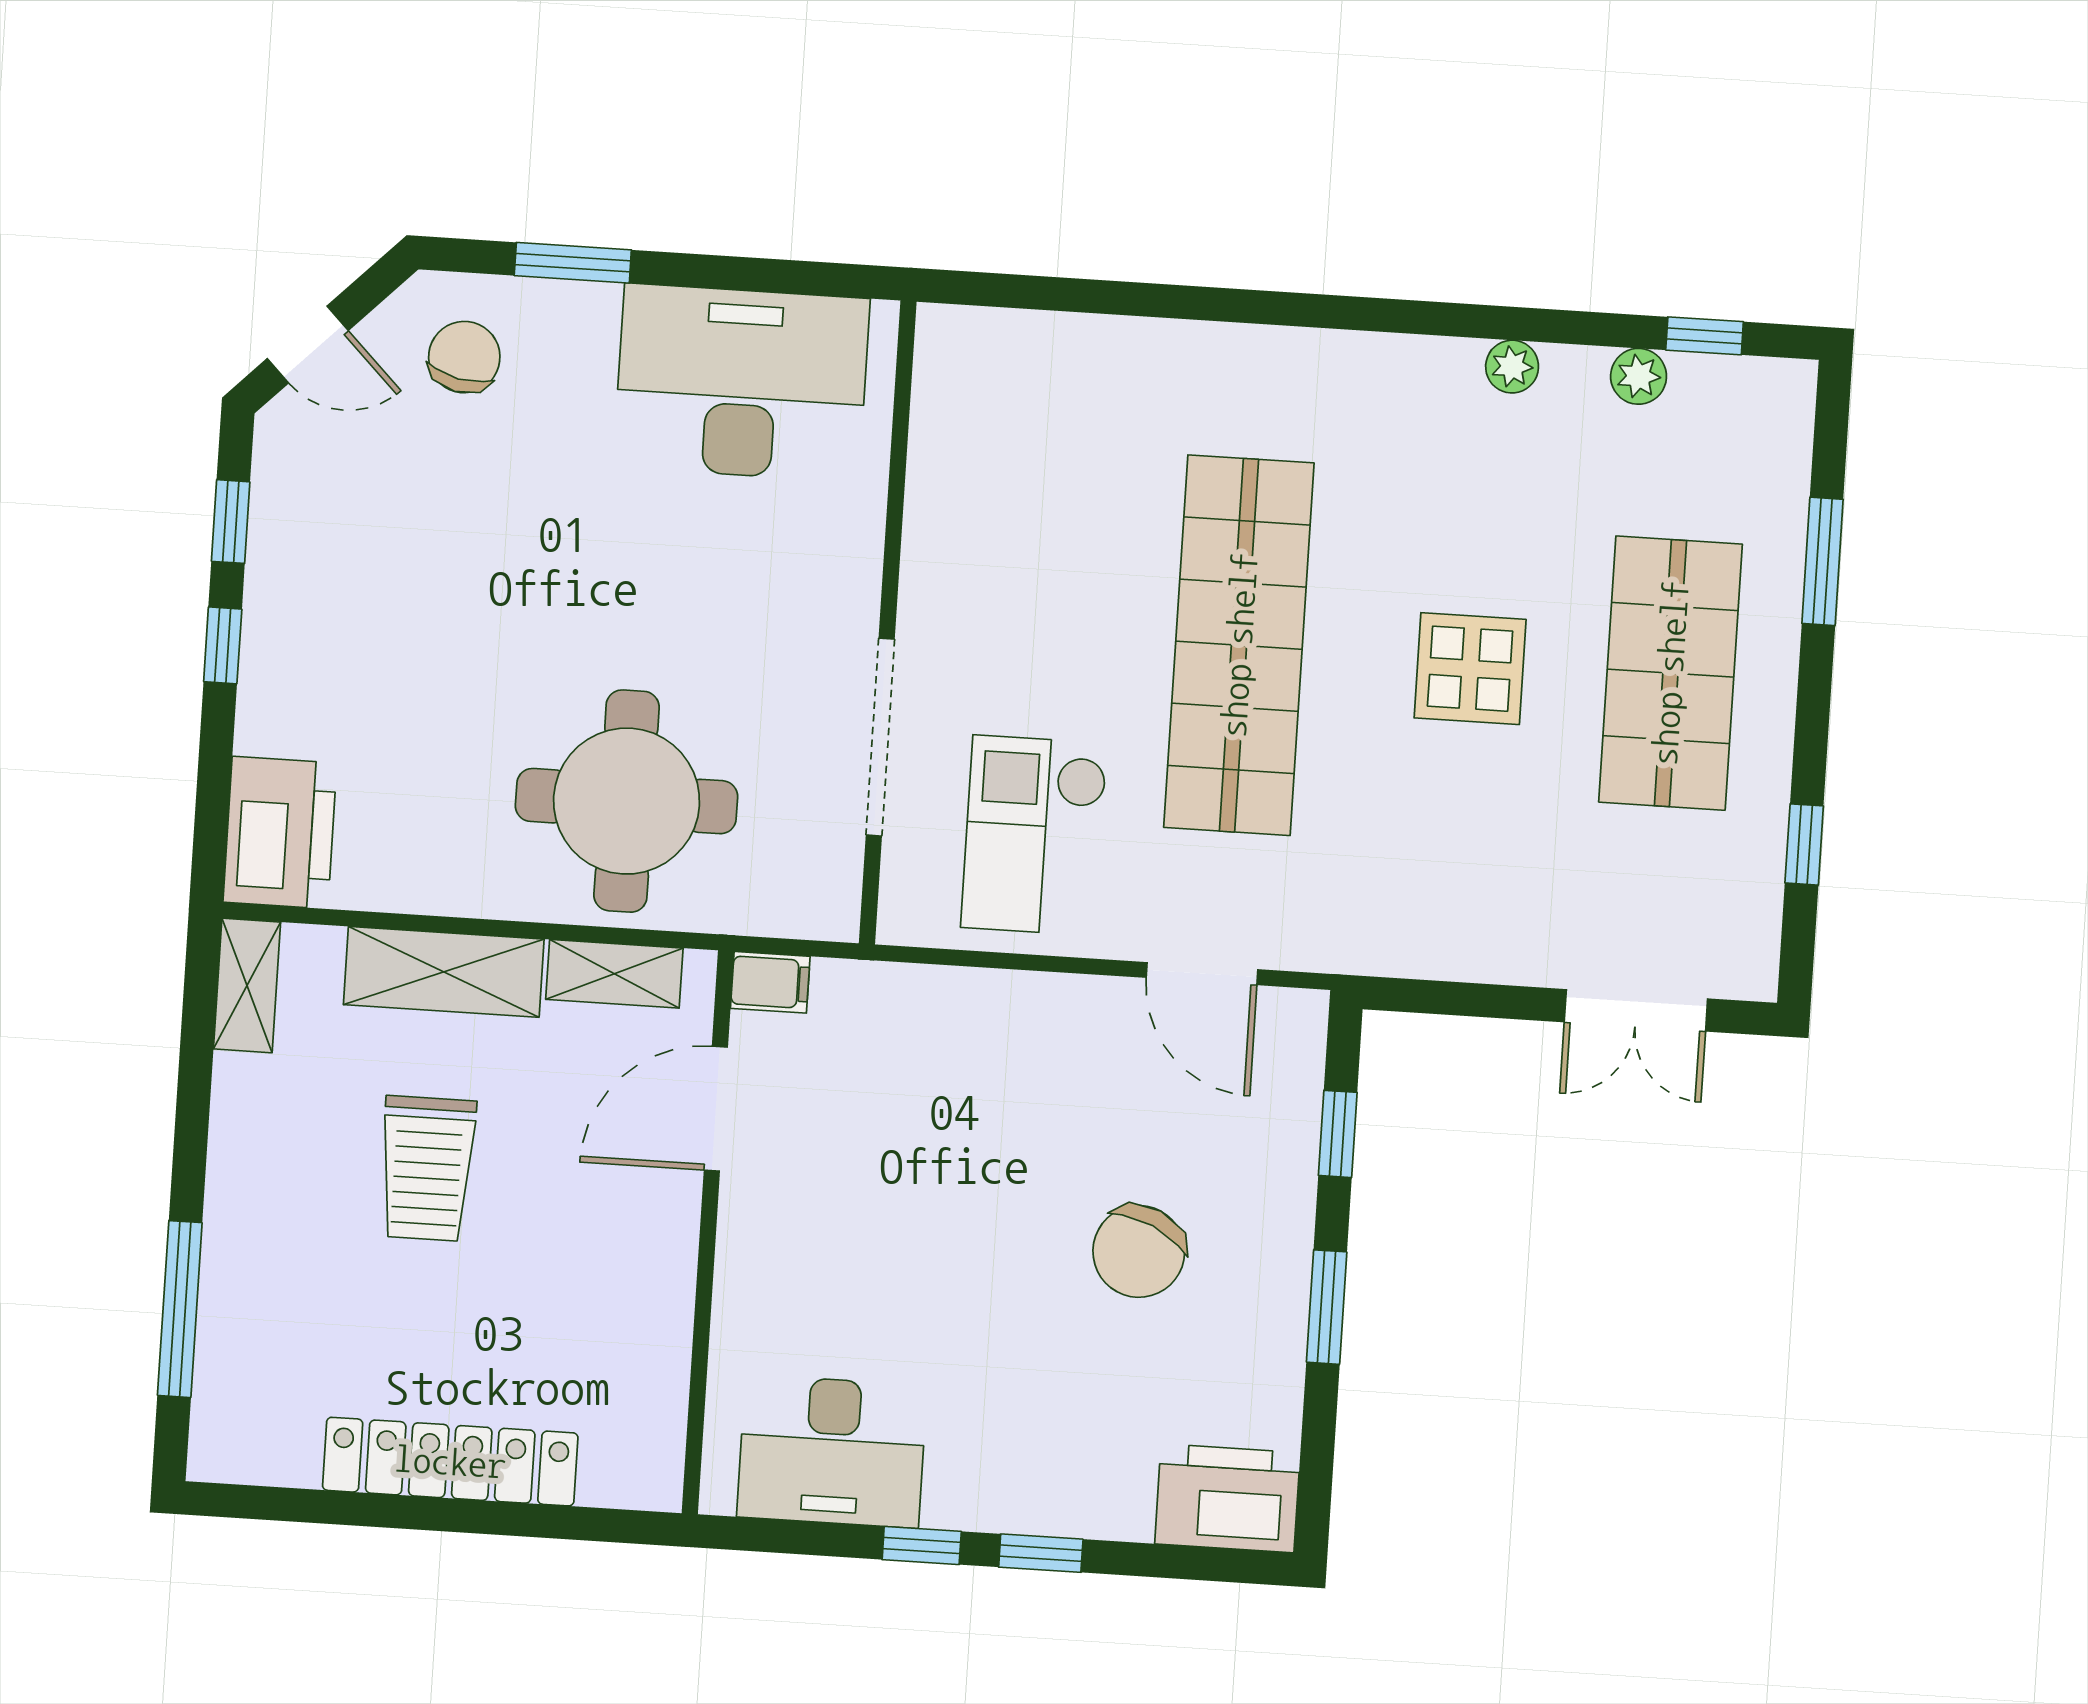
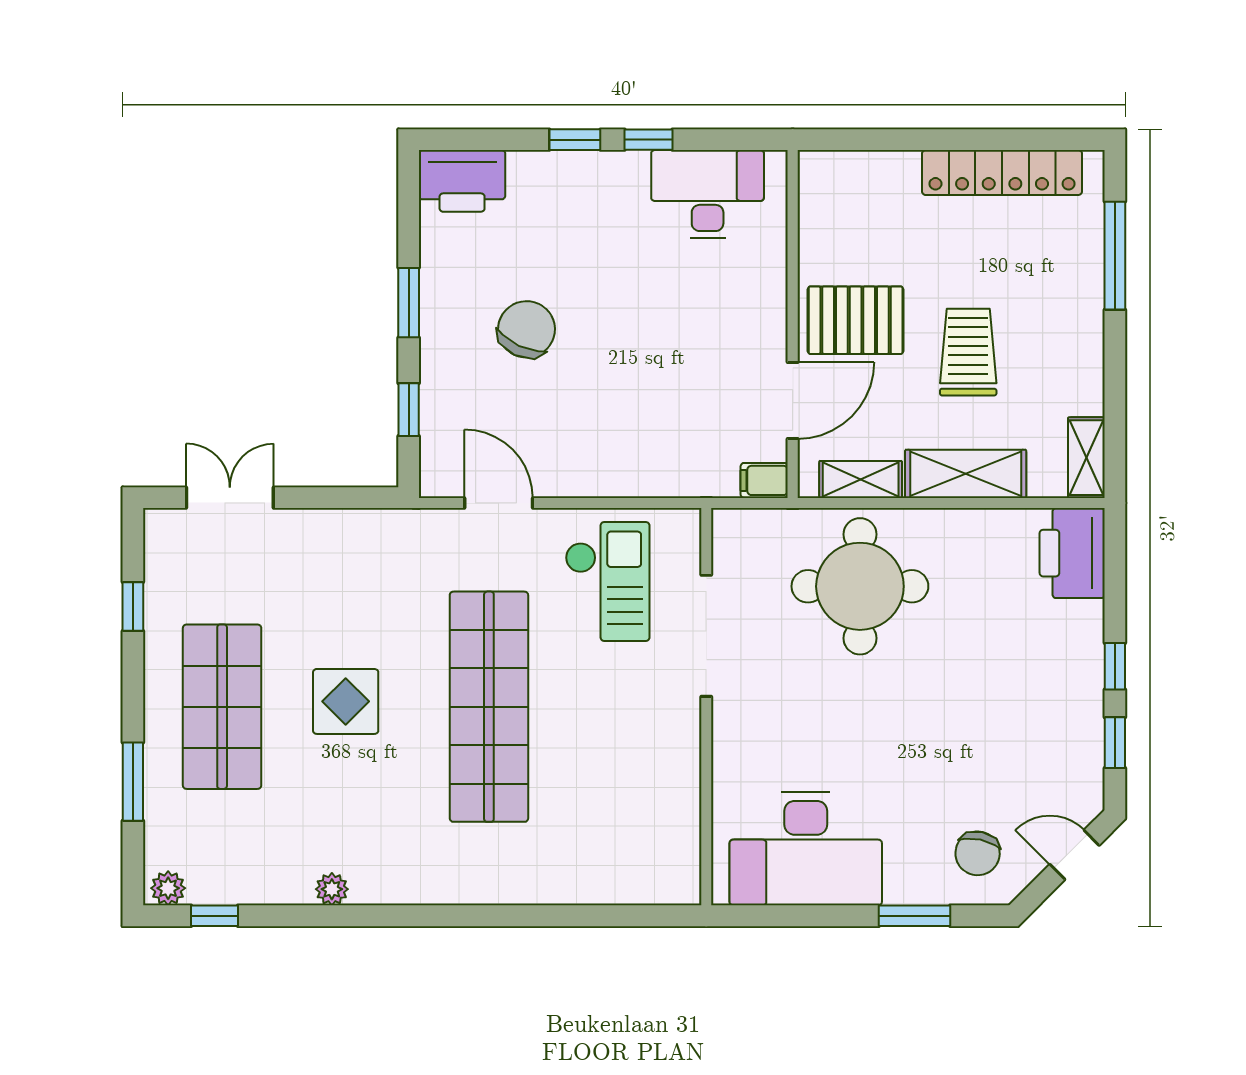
plant: (1639, 376) -> (168, 888), moved
pallet: (606, 1232) -> (856, 320), added
locker: (450, 1462) -> (1002, 172), moved

